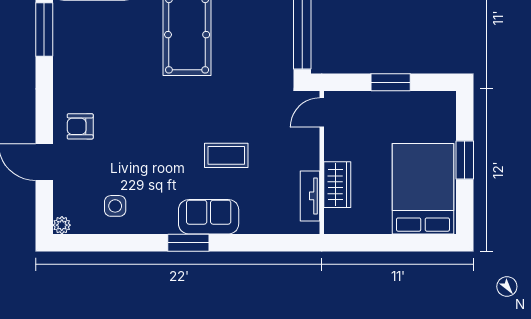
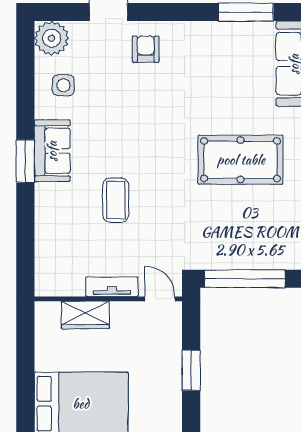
tv unit: (310, 196) -> (112, 287), moved
sofa: (209, 217) -> (52, 151), moved
plant: (62, 225) -> (52, 38), width x1.87, depth x1.87

